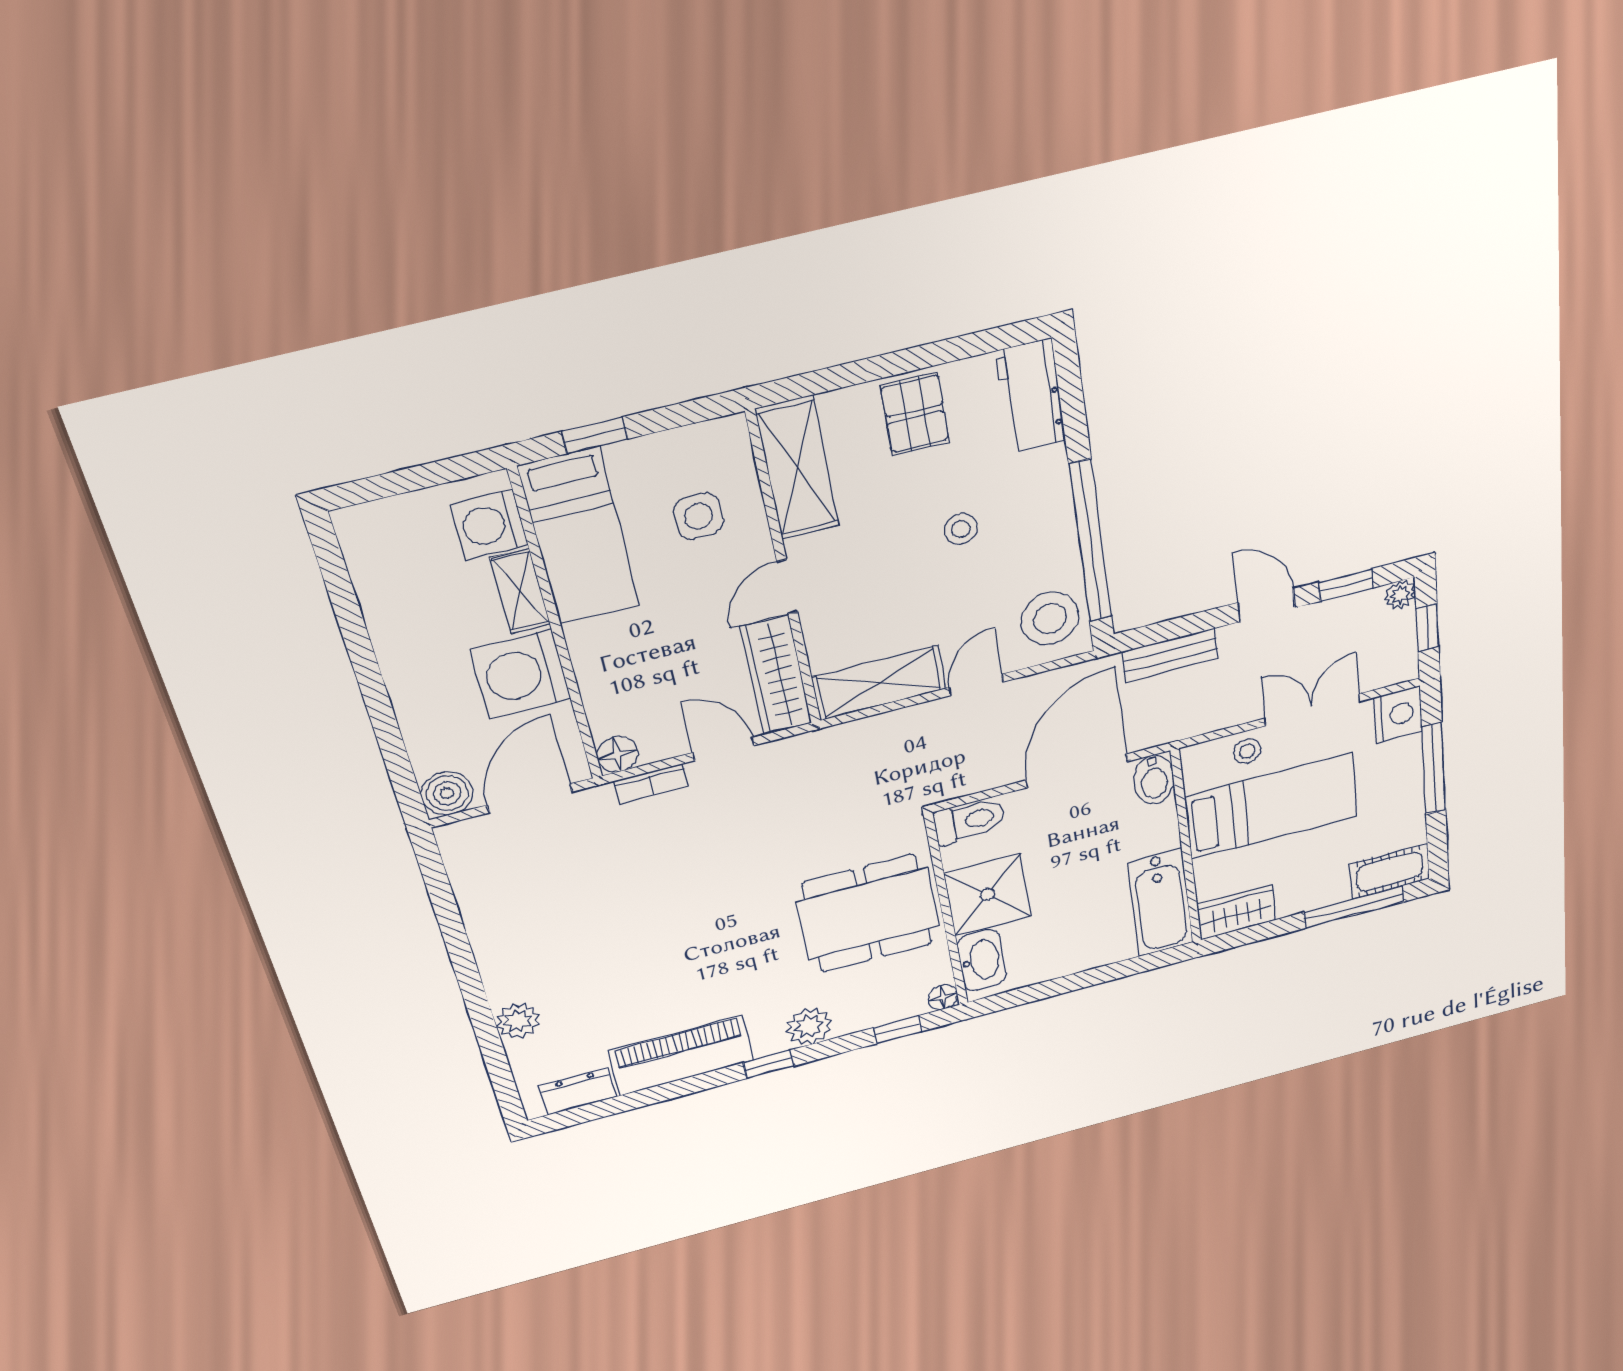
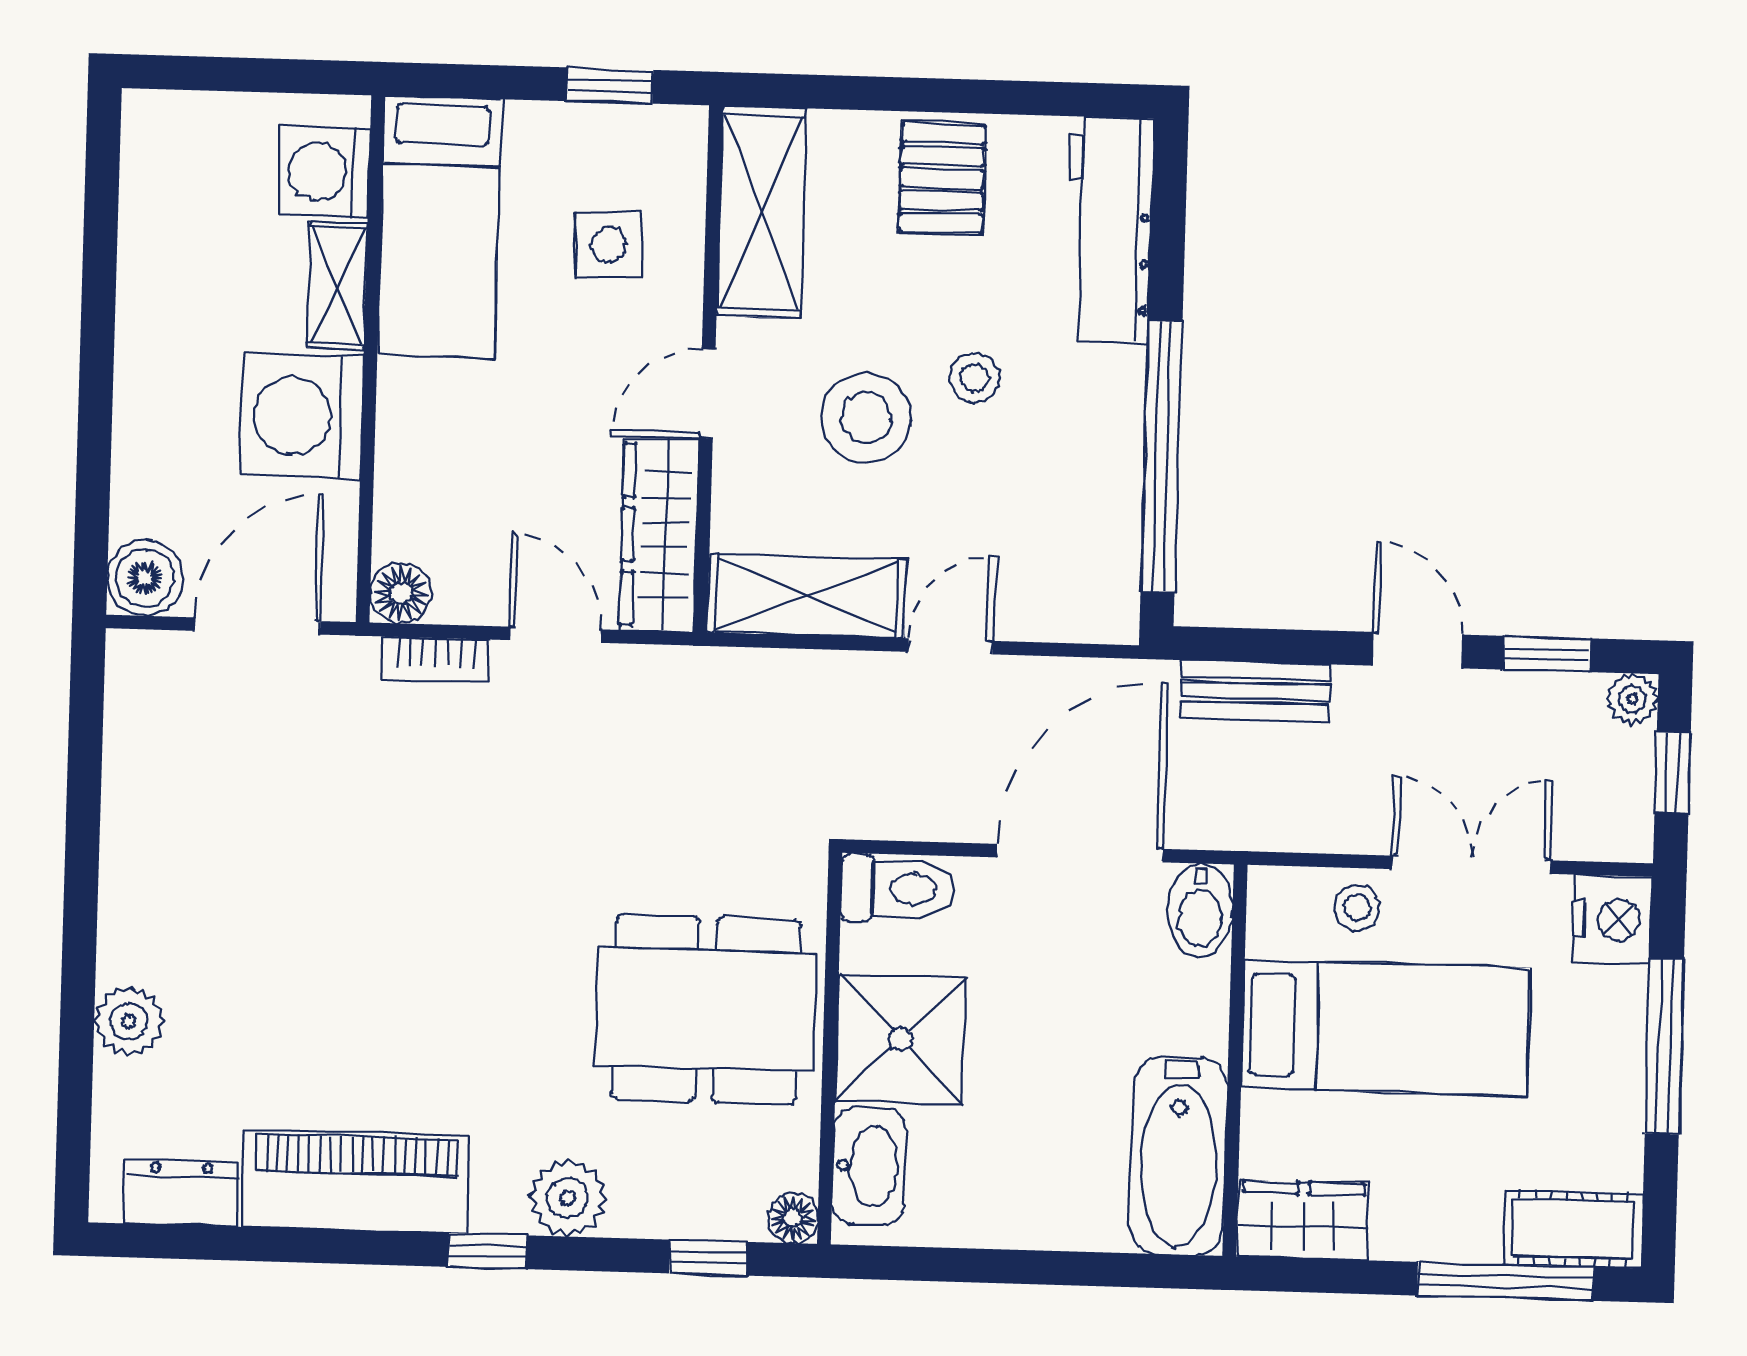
workbench: (1030, 396) -> (1109, 230), width x1.38
window: (595, 435) -> (610, 86), moved
stool: (1050, 618) -> (866, 418), moved

